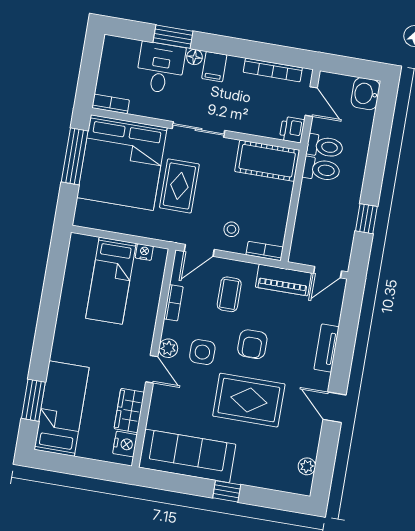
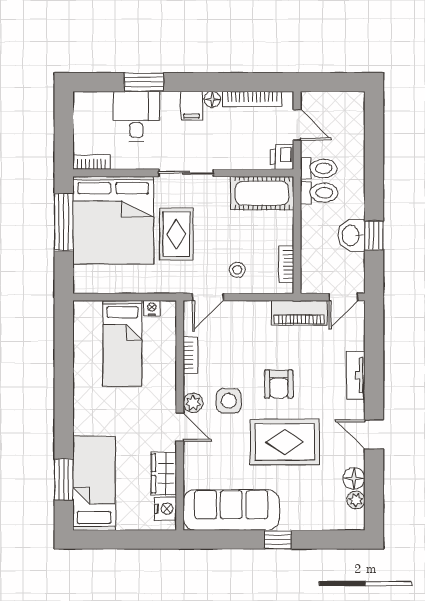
floor lamp: (195, 57) -> (212, 99), moved
washbasin: (365, 94) -> (351, 236), moved
bookcase: (265, 251) -> (286, 264), moved, turned -90
coffee table: (229, 294) -> (246, 337), removed
floor lamp: (308, 446) -> (354, 478), added

